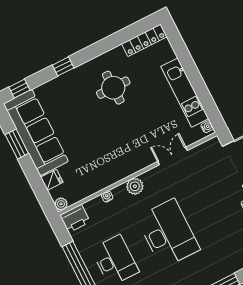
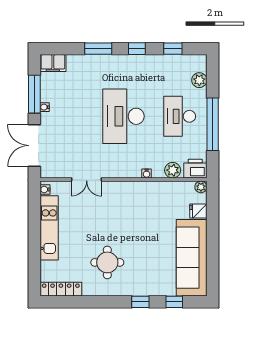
window: (19, 89) -> (174, 302), moved
window: (17, 144) -> (213, 256), removed
plant: (135, 186) -> (173, 170), moved
water cooler: (107, 196) -> (147, 173), moved

